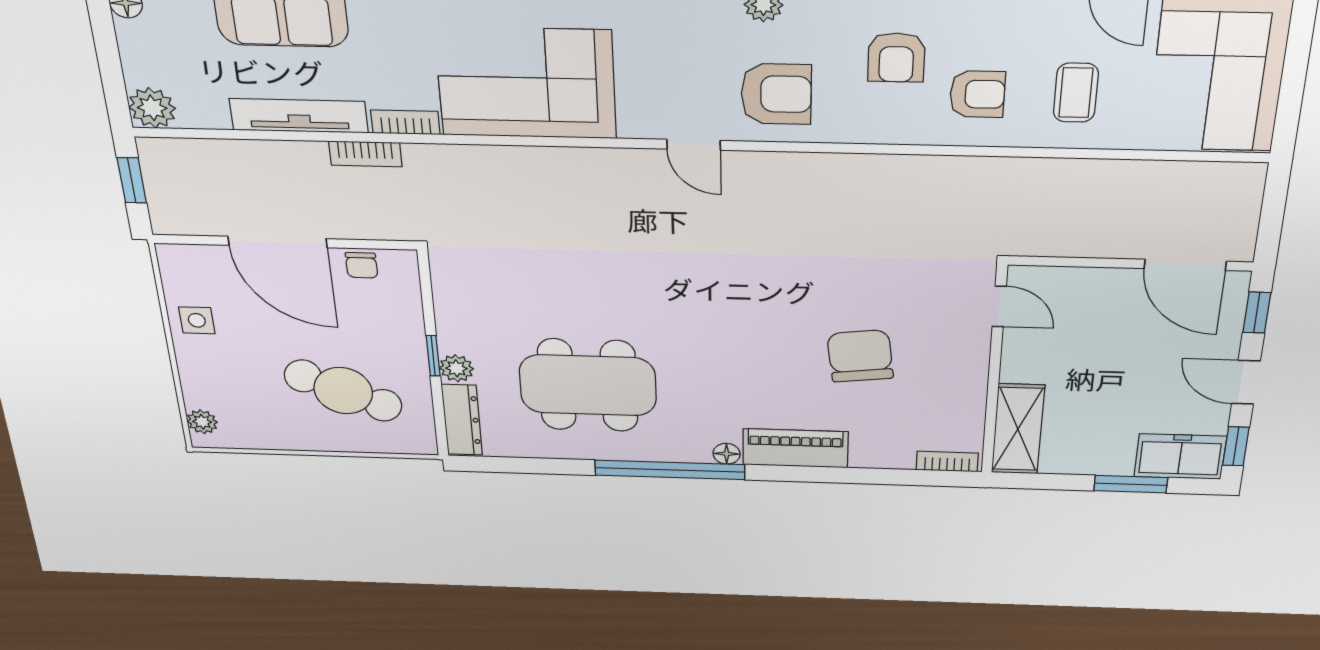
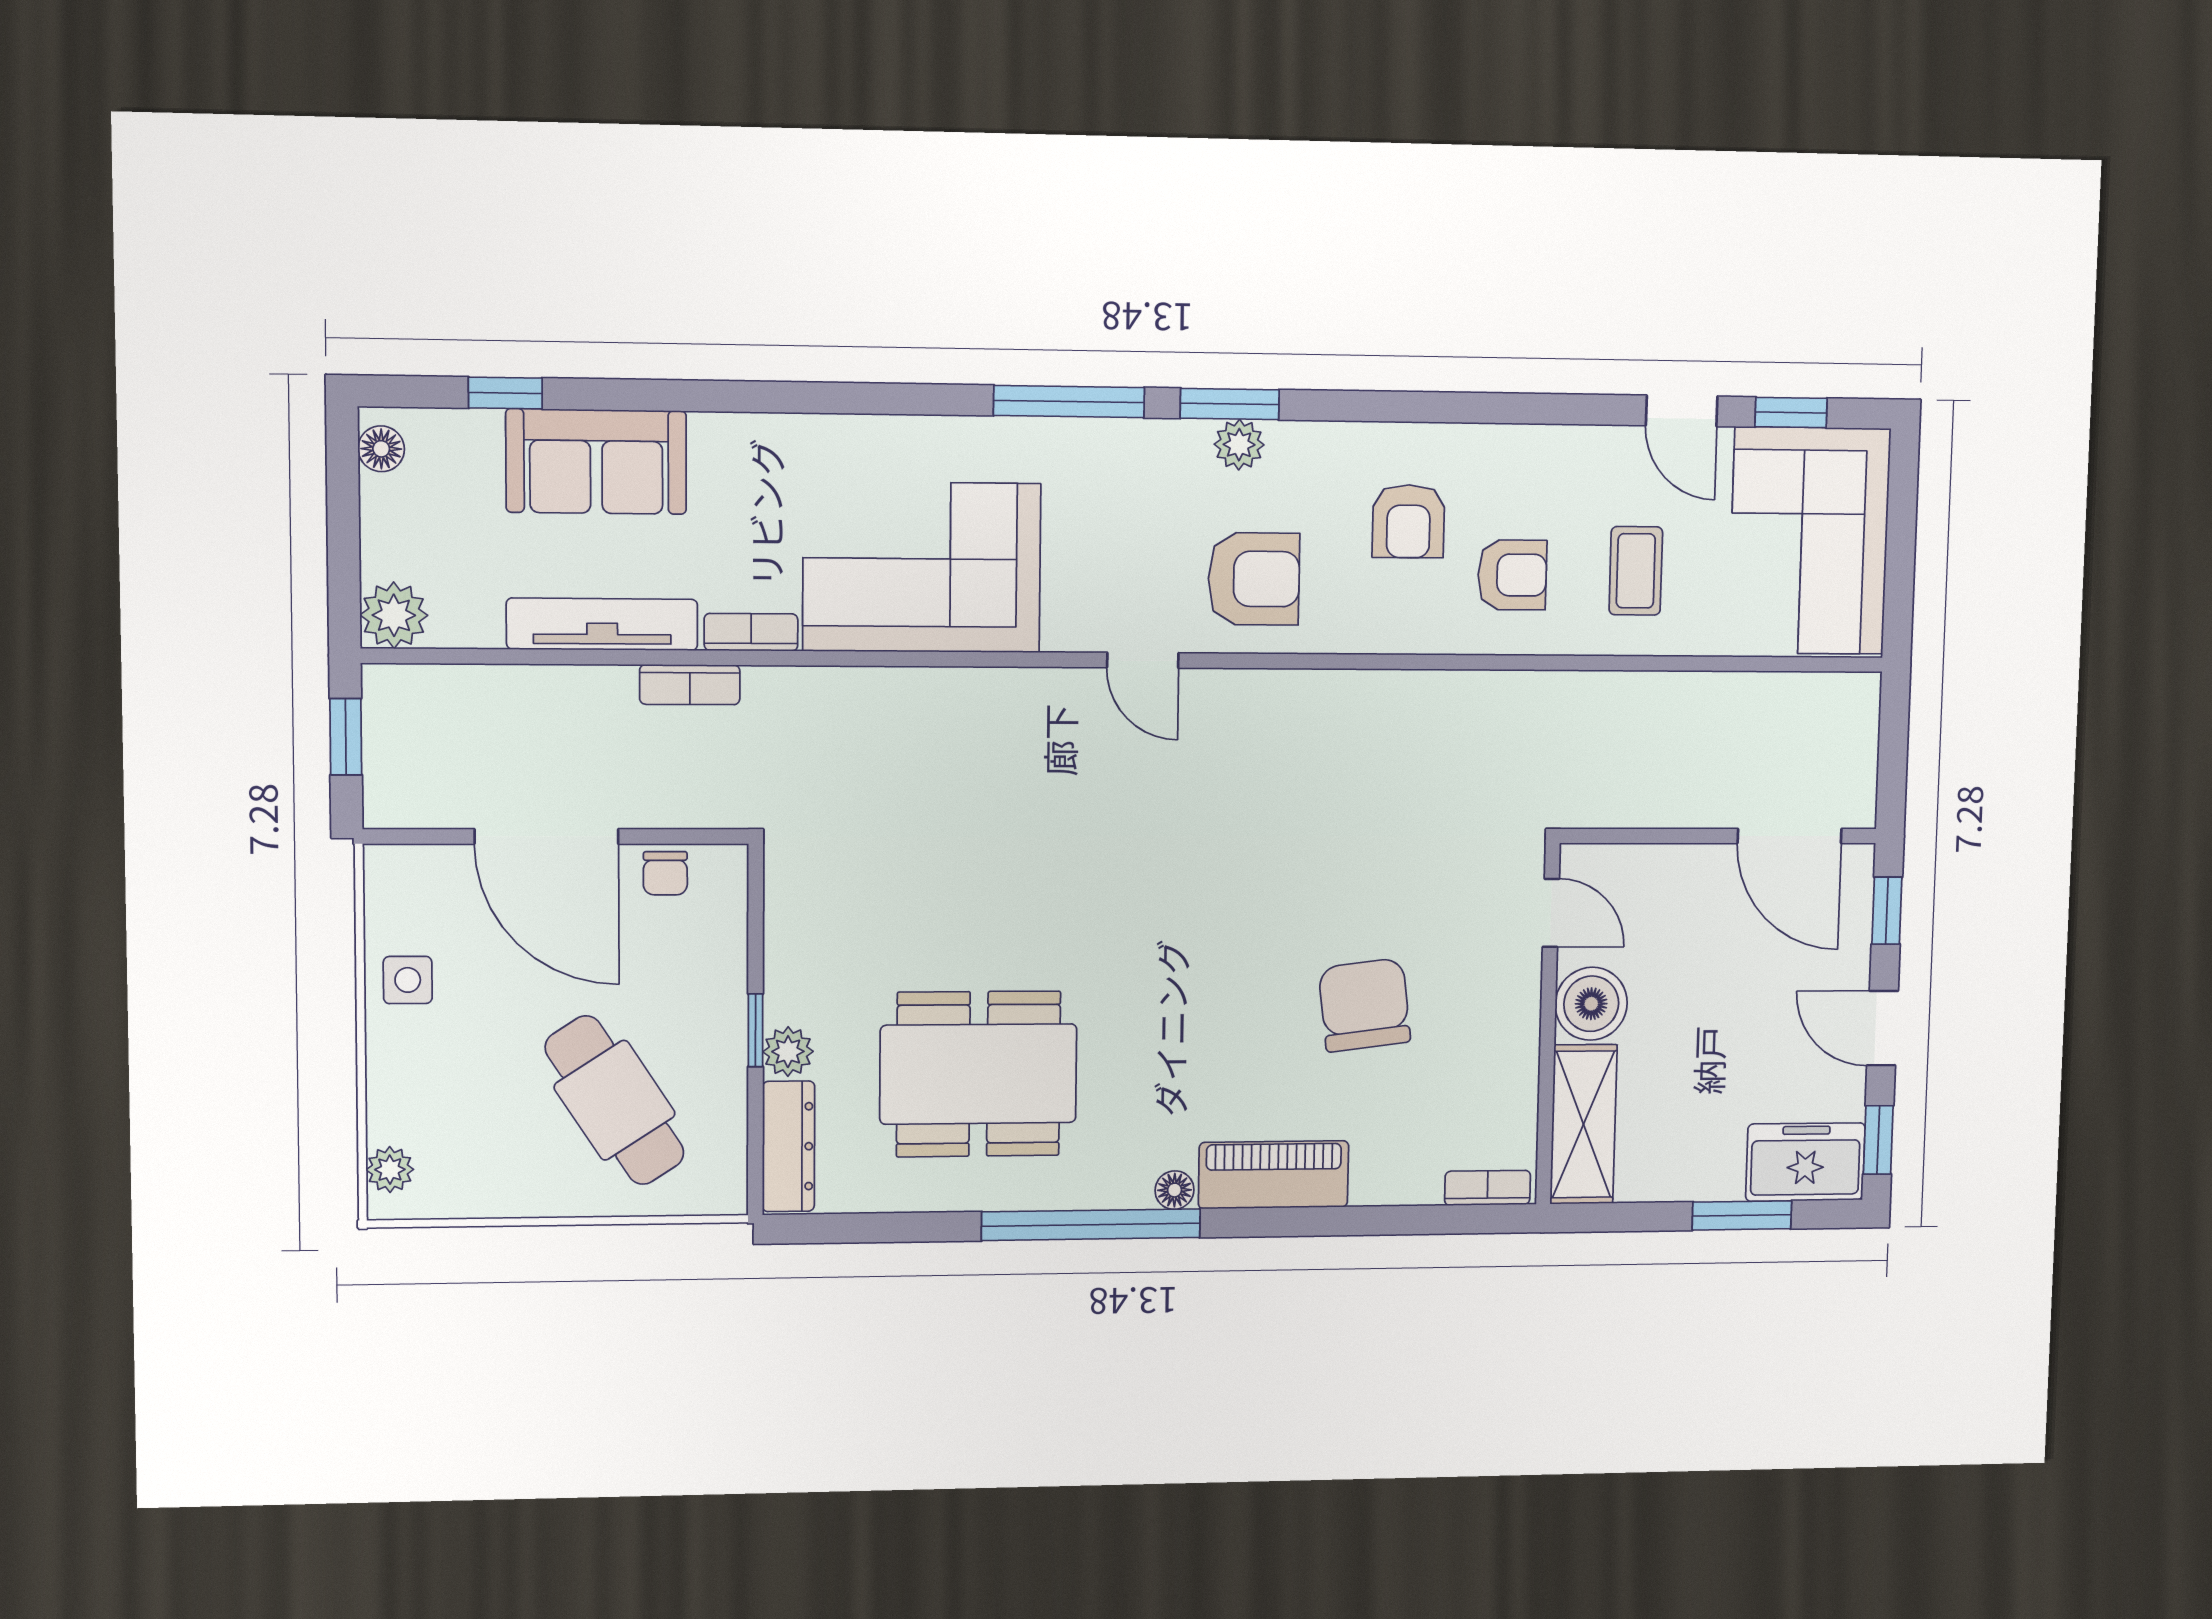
boiler: (1027, 361) -> (1591, 1004), added
cafe table: (343, 391) -> (615, 1100), turned 33

